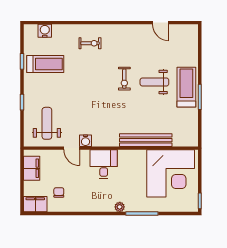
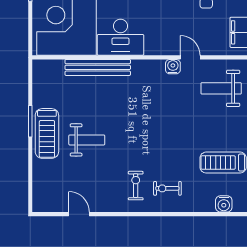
exercise bike: (124, 79) -> (136, 186), moved
weight bench: (47, 123) -> (221, 88), turned 90
desk: (104, 164) -> (121, 37), moved, width x1.37

